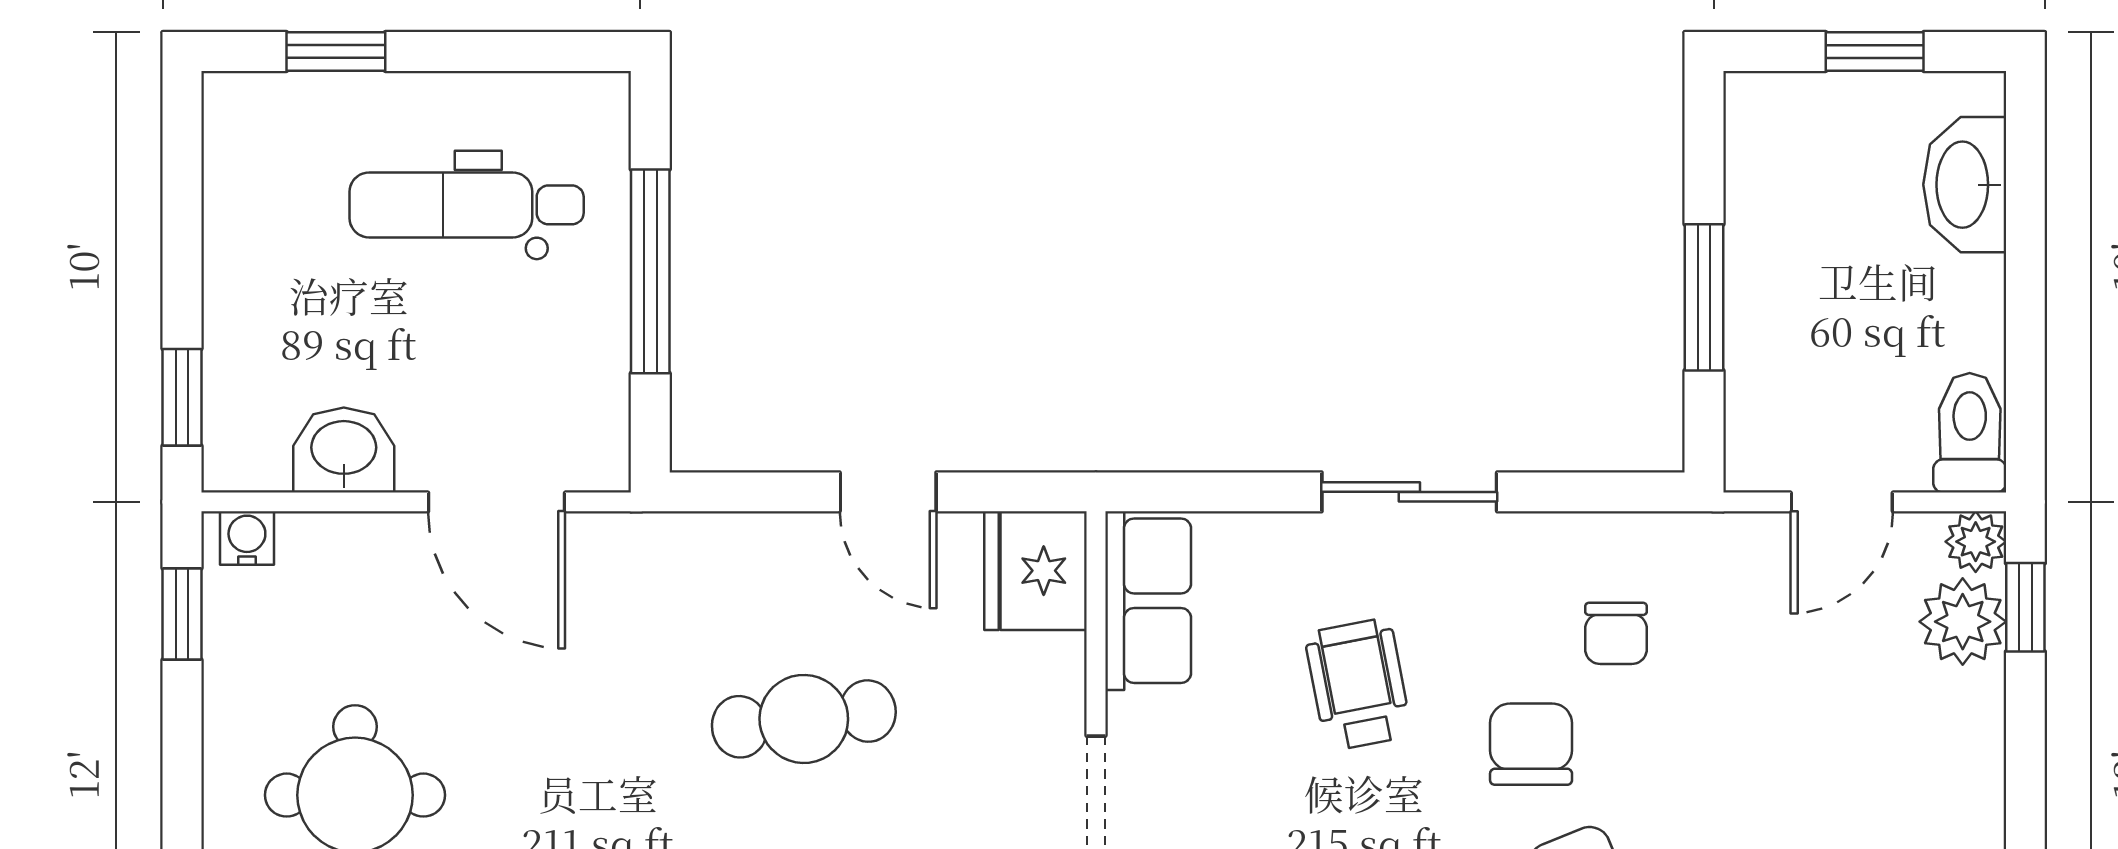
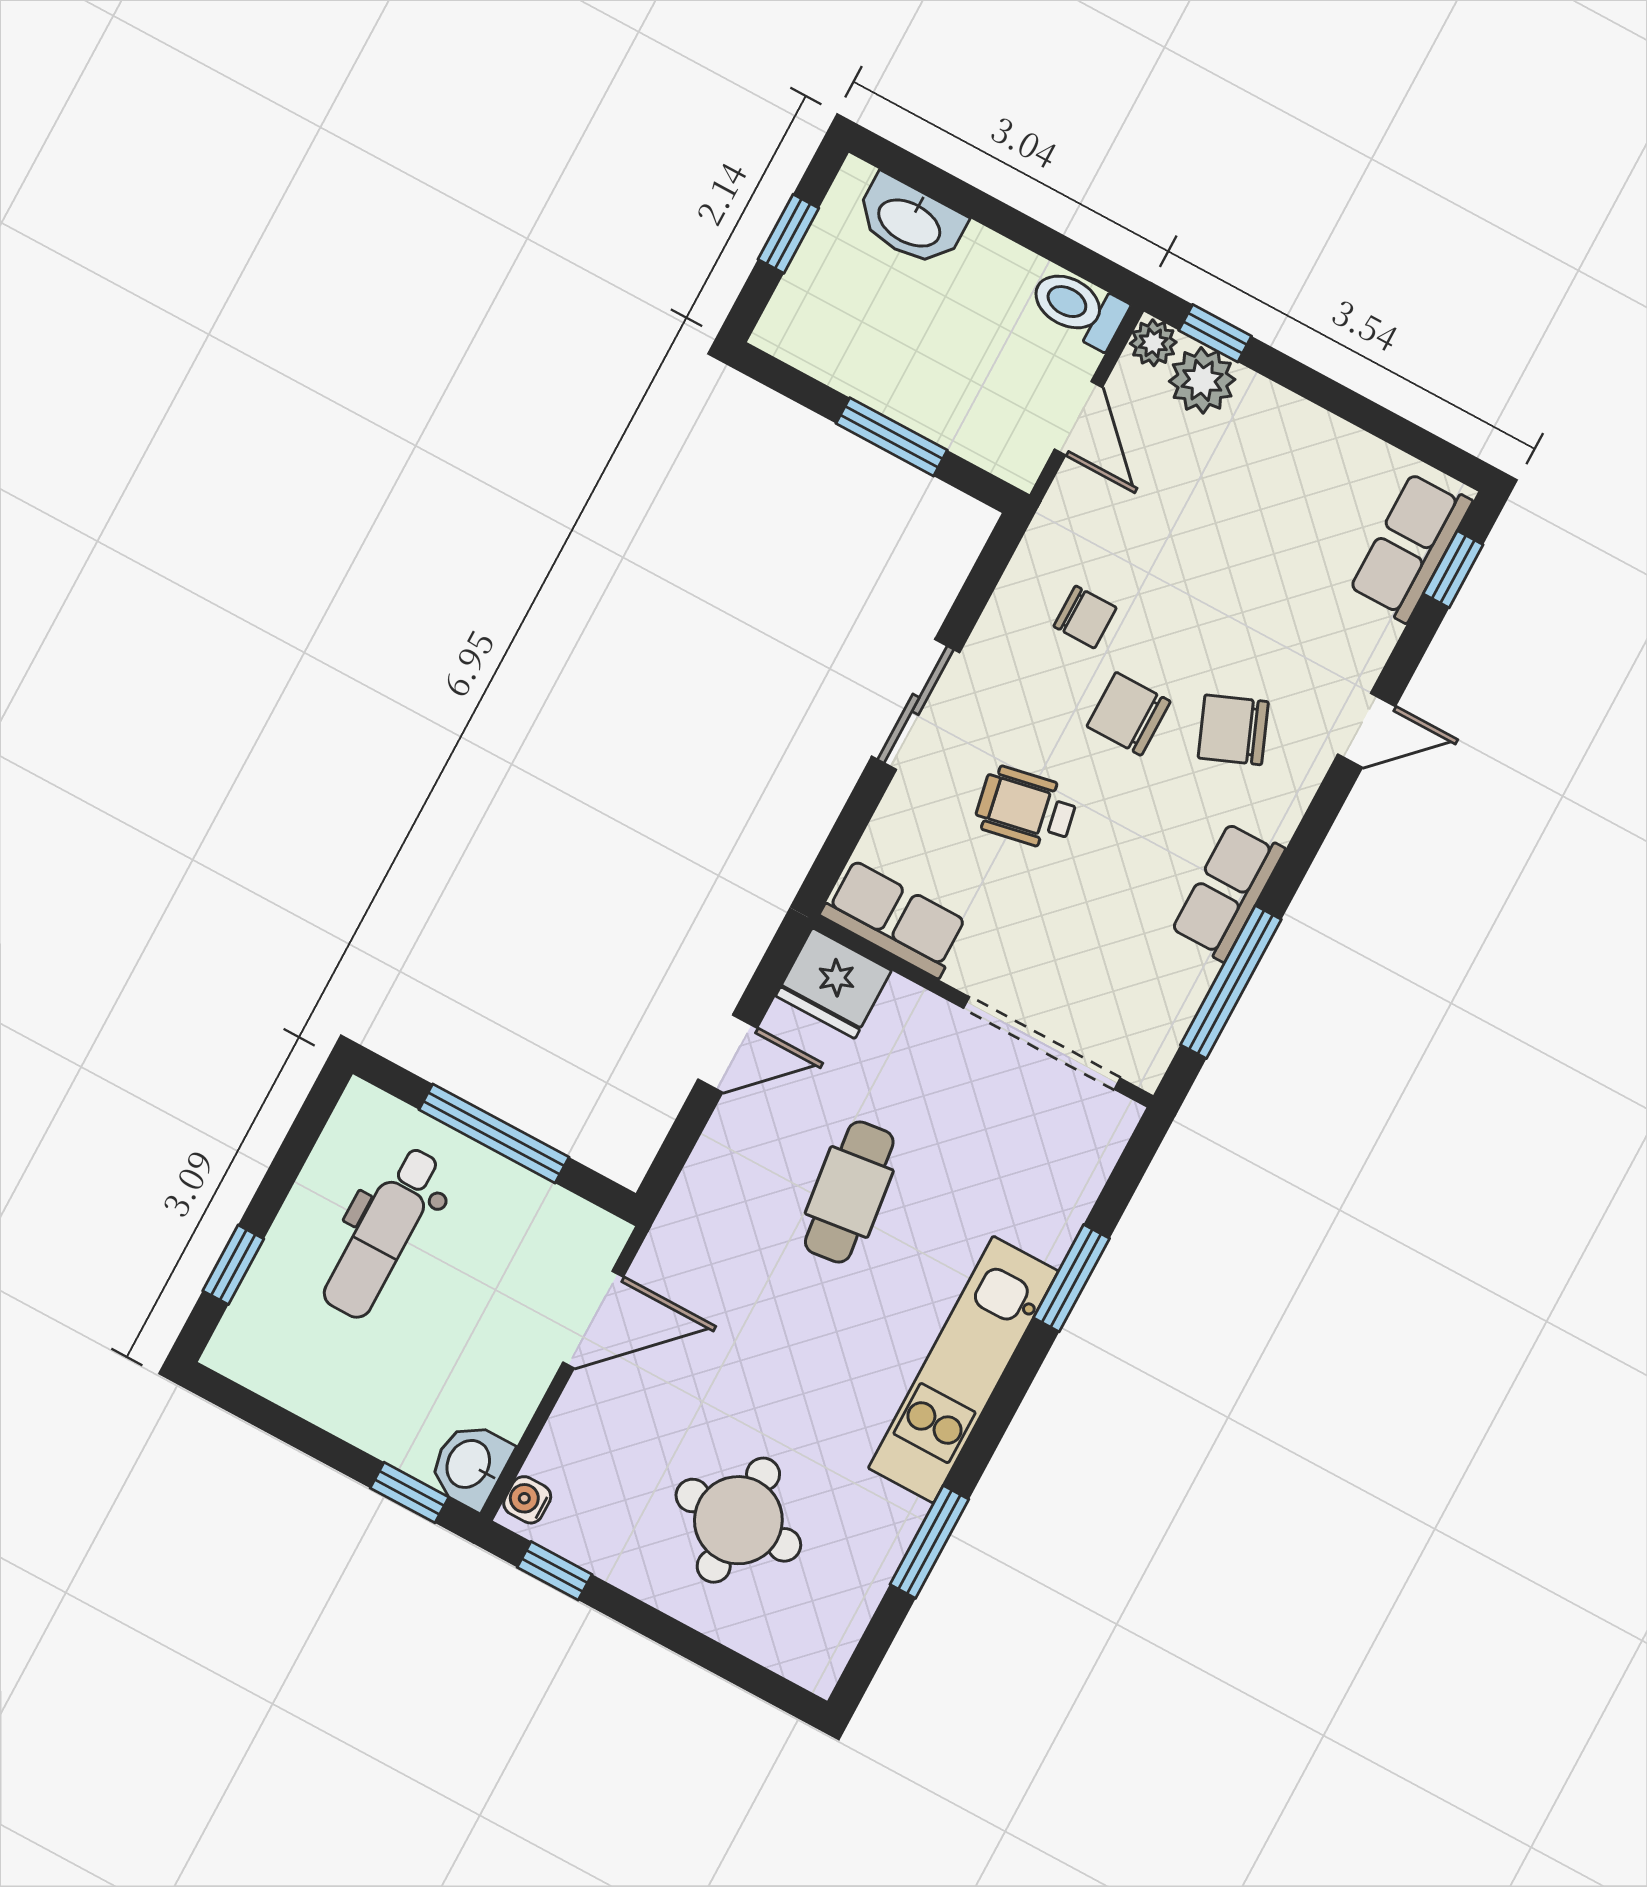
washbasin: (344, 450) -> (470, 1465), moved

